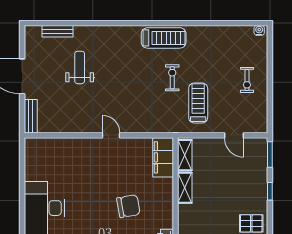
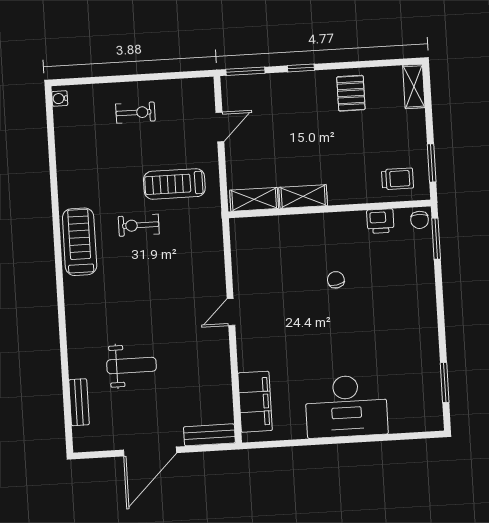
weight bench: (80, 67) -> (131, 366), turned 180
filing cabinet: (163, 157) -> (255, 402), moved, turned -90
chair: (128, 206) -> (336, 280), width x0.54, depth x0.54

